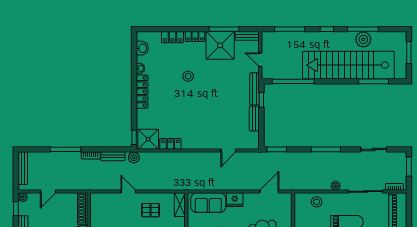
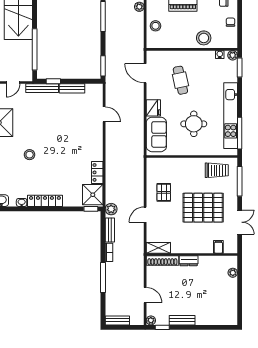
bench: (23, 168) -> (117, 320), width x0.73
shelving: (180, 205) -> (158, 248), moved

